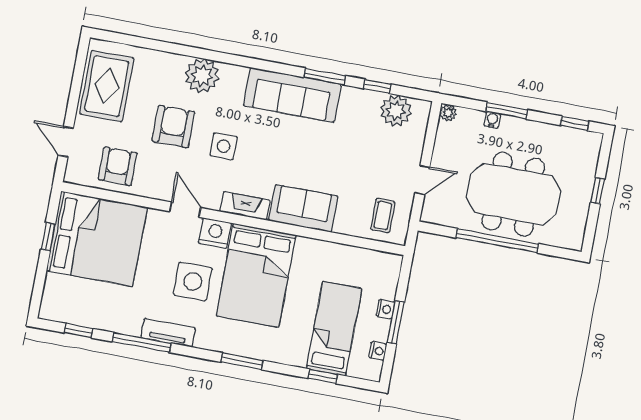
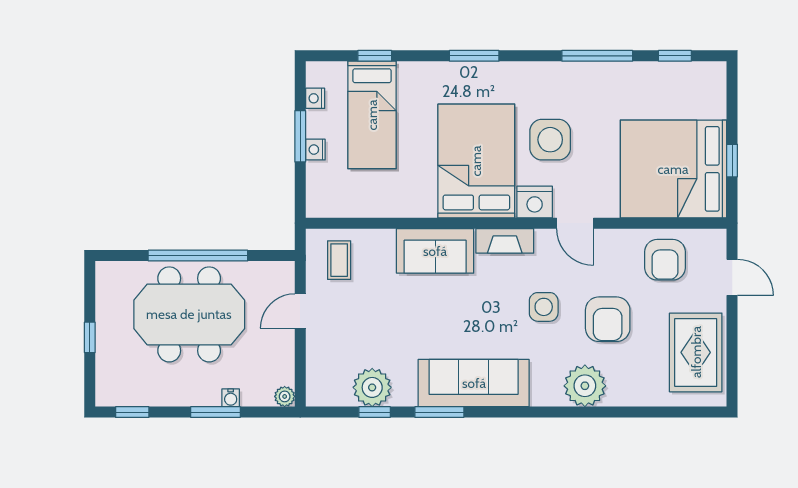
plant: (396, 111) -> (372, 387), moved
tv unit: (168, 333) -> (568, 73), removed

